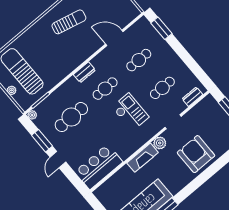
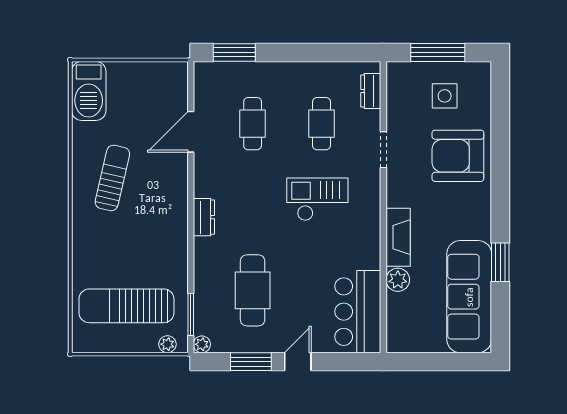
cafe table: (105, 89) -> (253, 207), removed
plant: (12, 90) -> (167, 344), moved
side table: (216, 128) -> (445, 96), added
plant: (160, 143) -> (398, 280), moved
door: (58, 160) -> (298, 362), swing flipped

